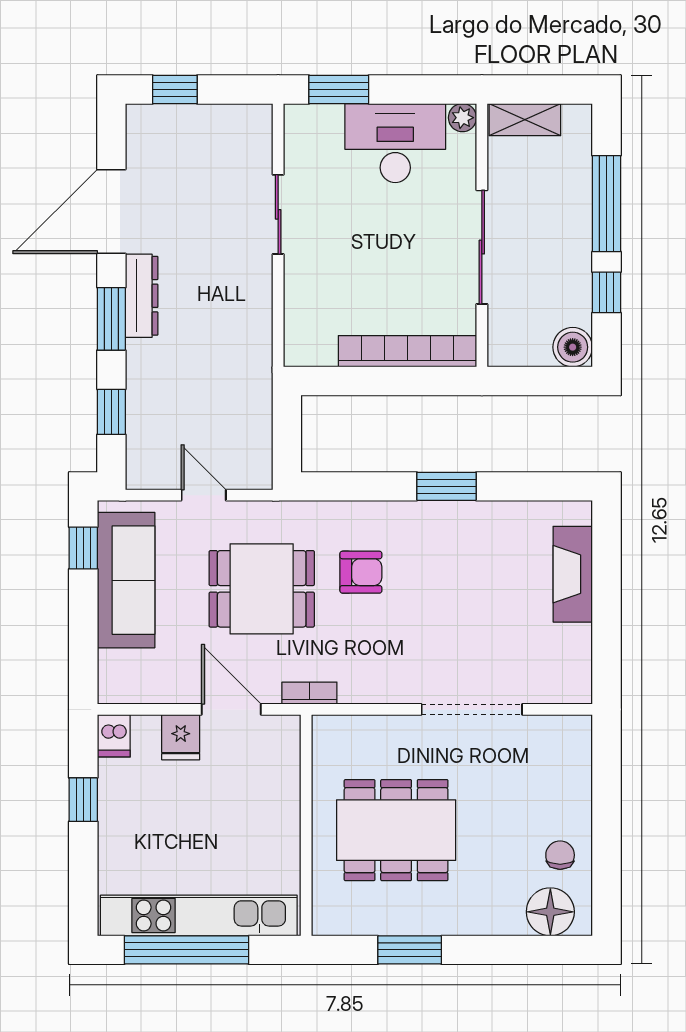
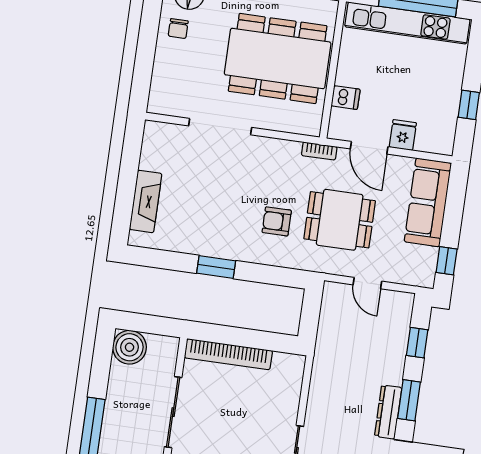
window: (606, 292) -> (100, 373), removed
boiler: (573, 347) -> (130, 347), width x1.37, depth x1.37
sofa: (126, 580) -> (428, 202), moved
dishwasher: (114, 736) -> (346, 98), moved, turned 90
dining table: (396, 830) -> (278, 58), width x1.36, depth x1.24

